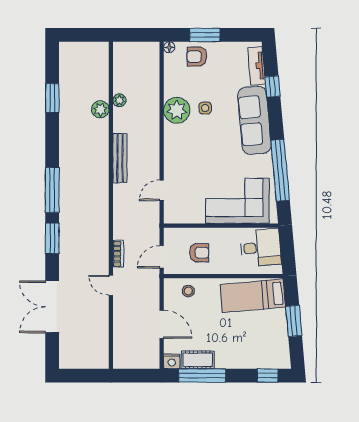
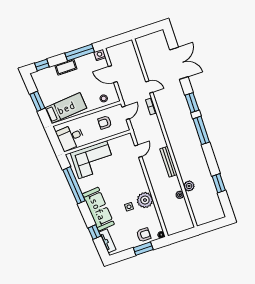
cot: (198, 360) -> (66, 67), moved

